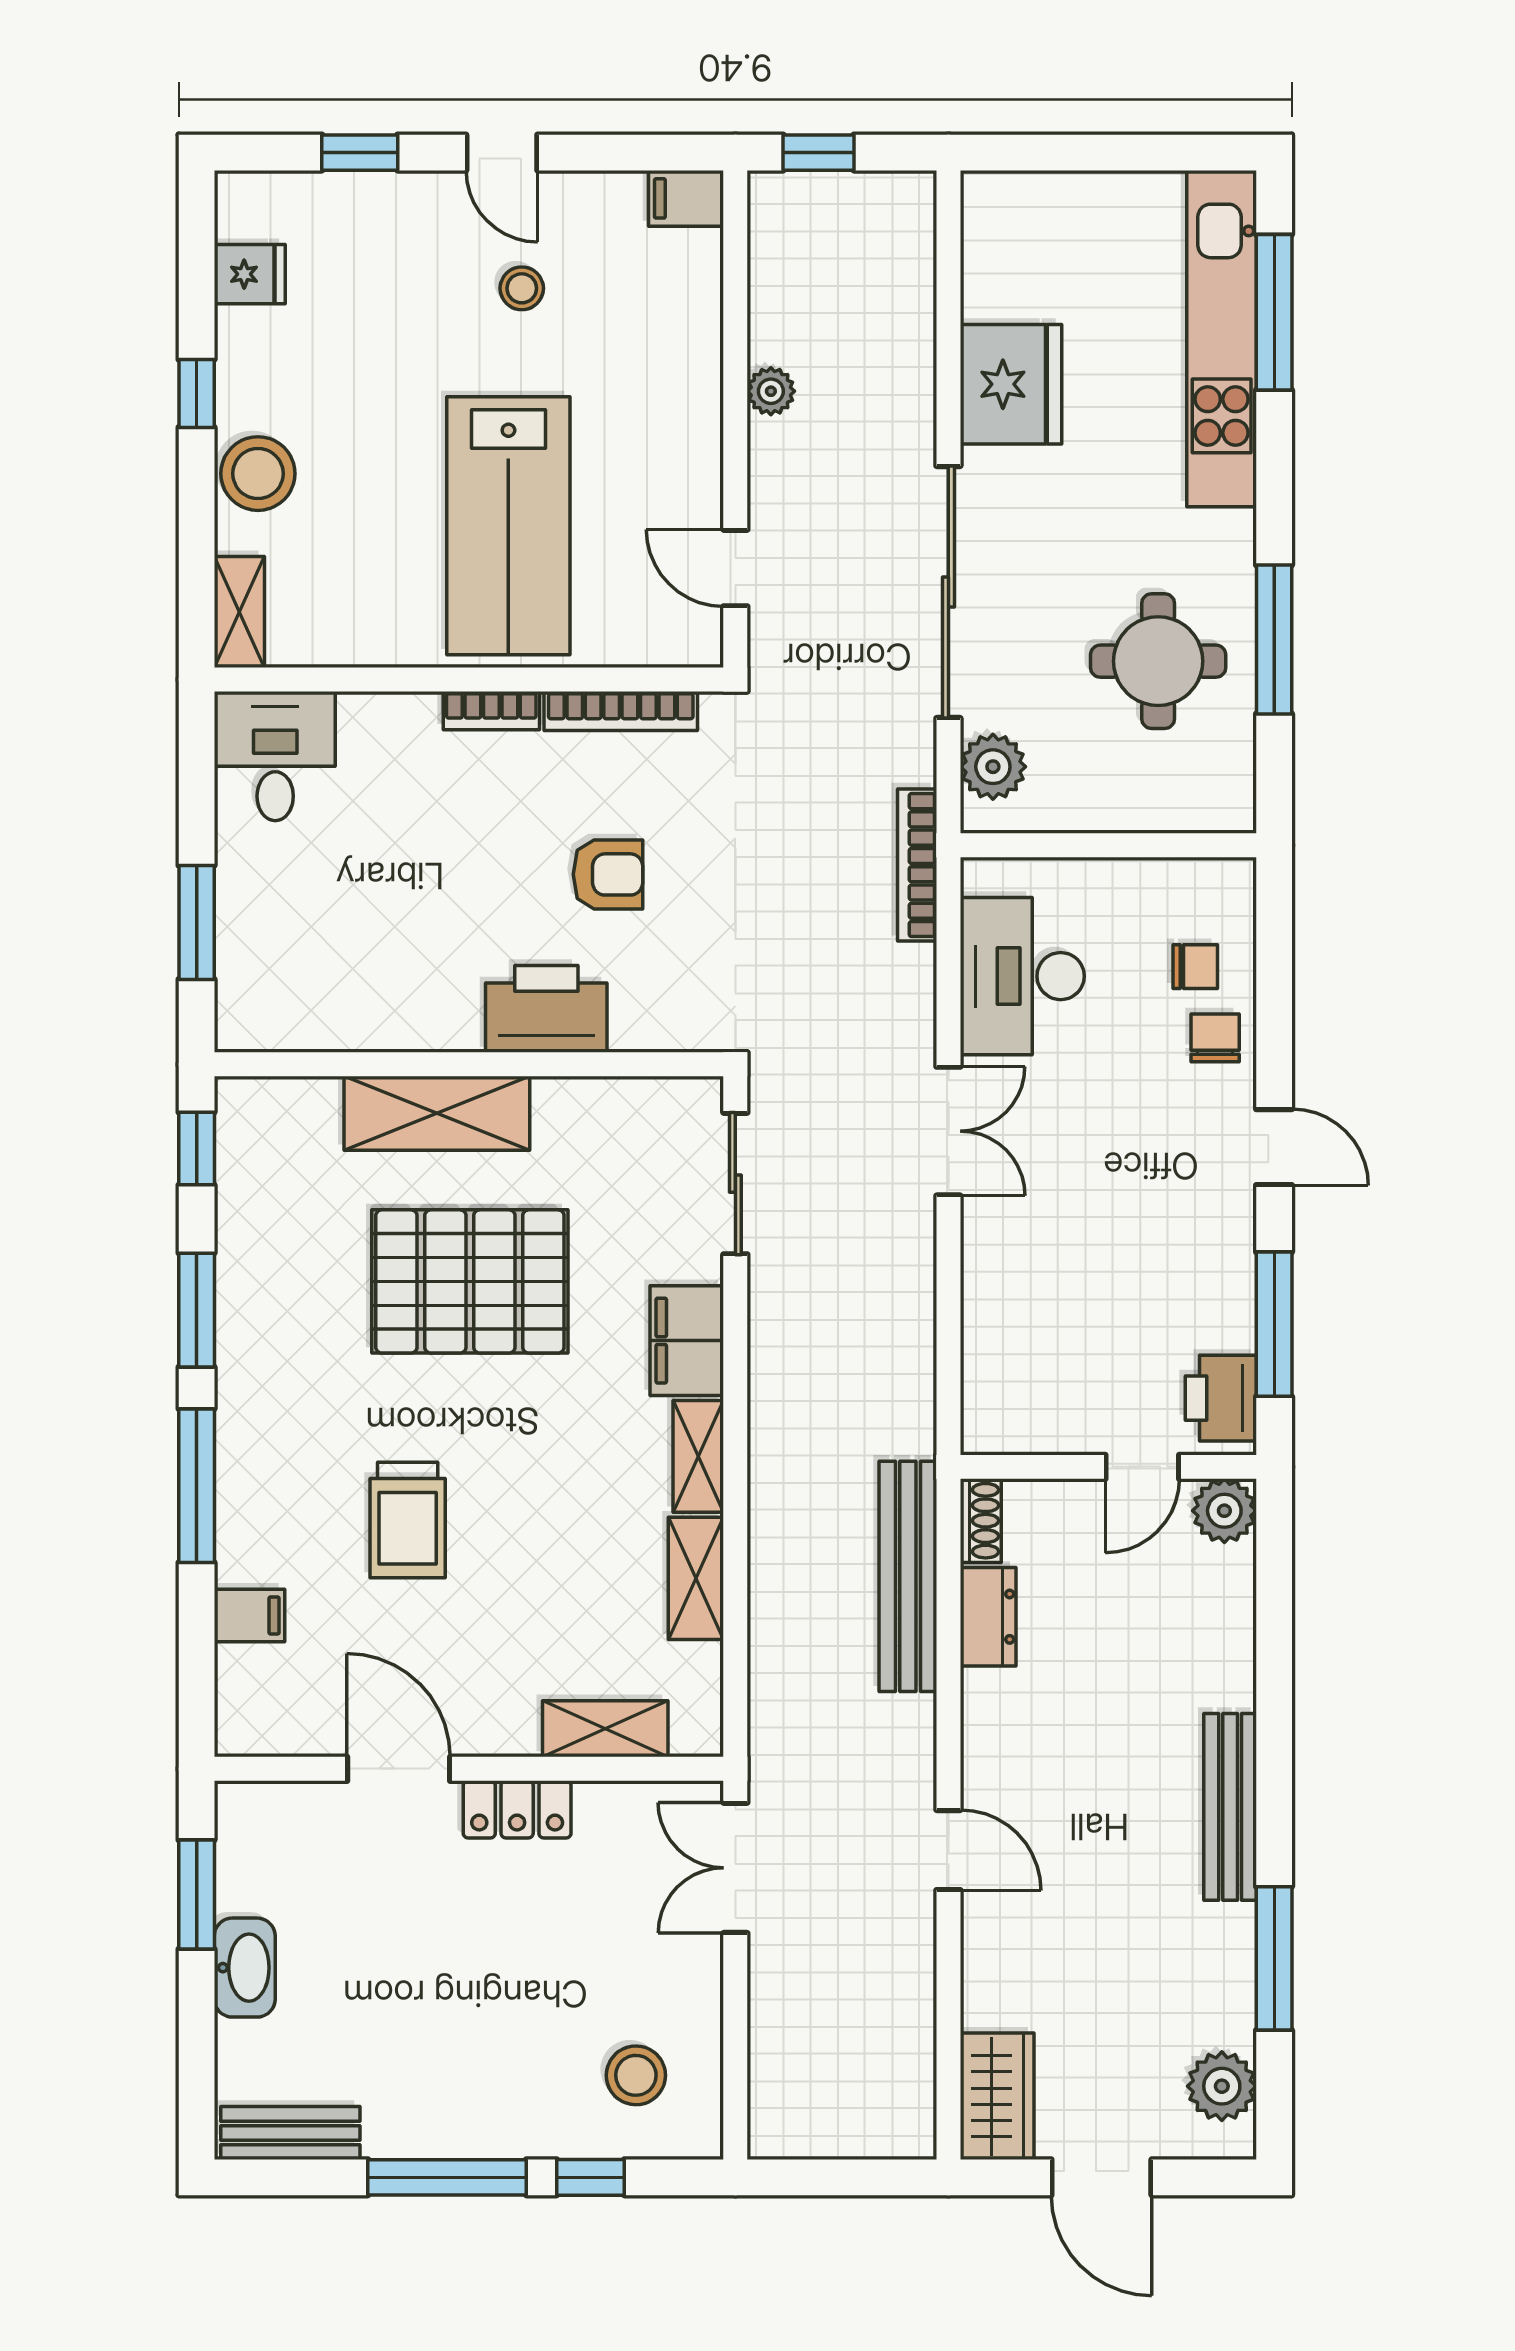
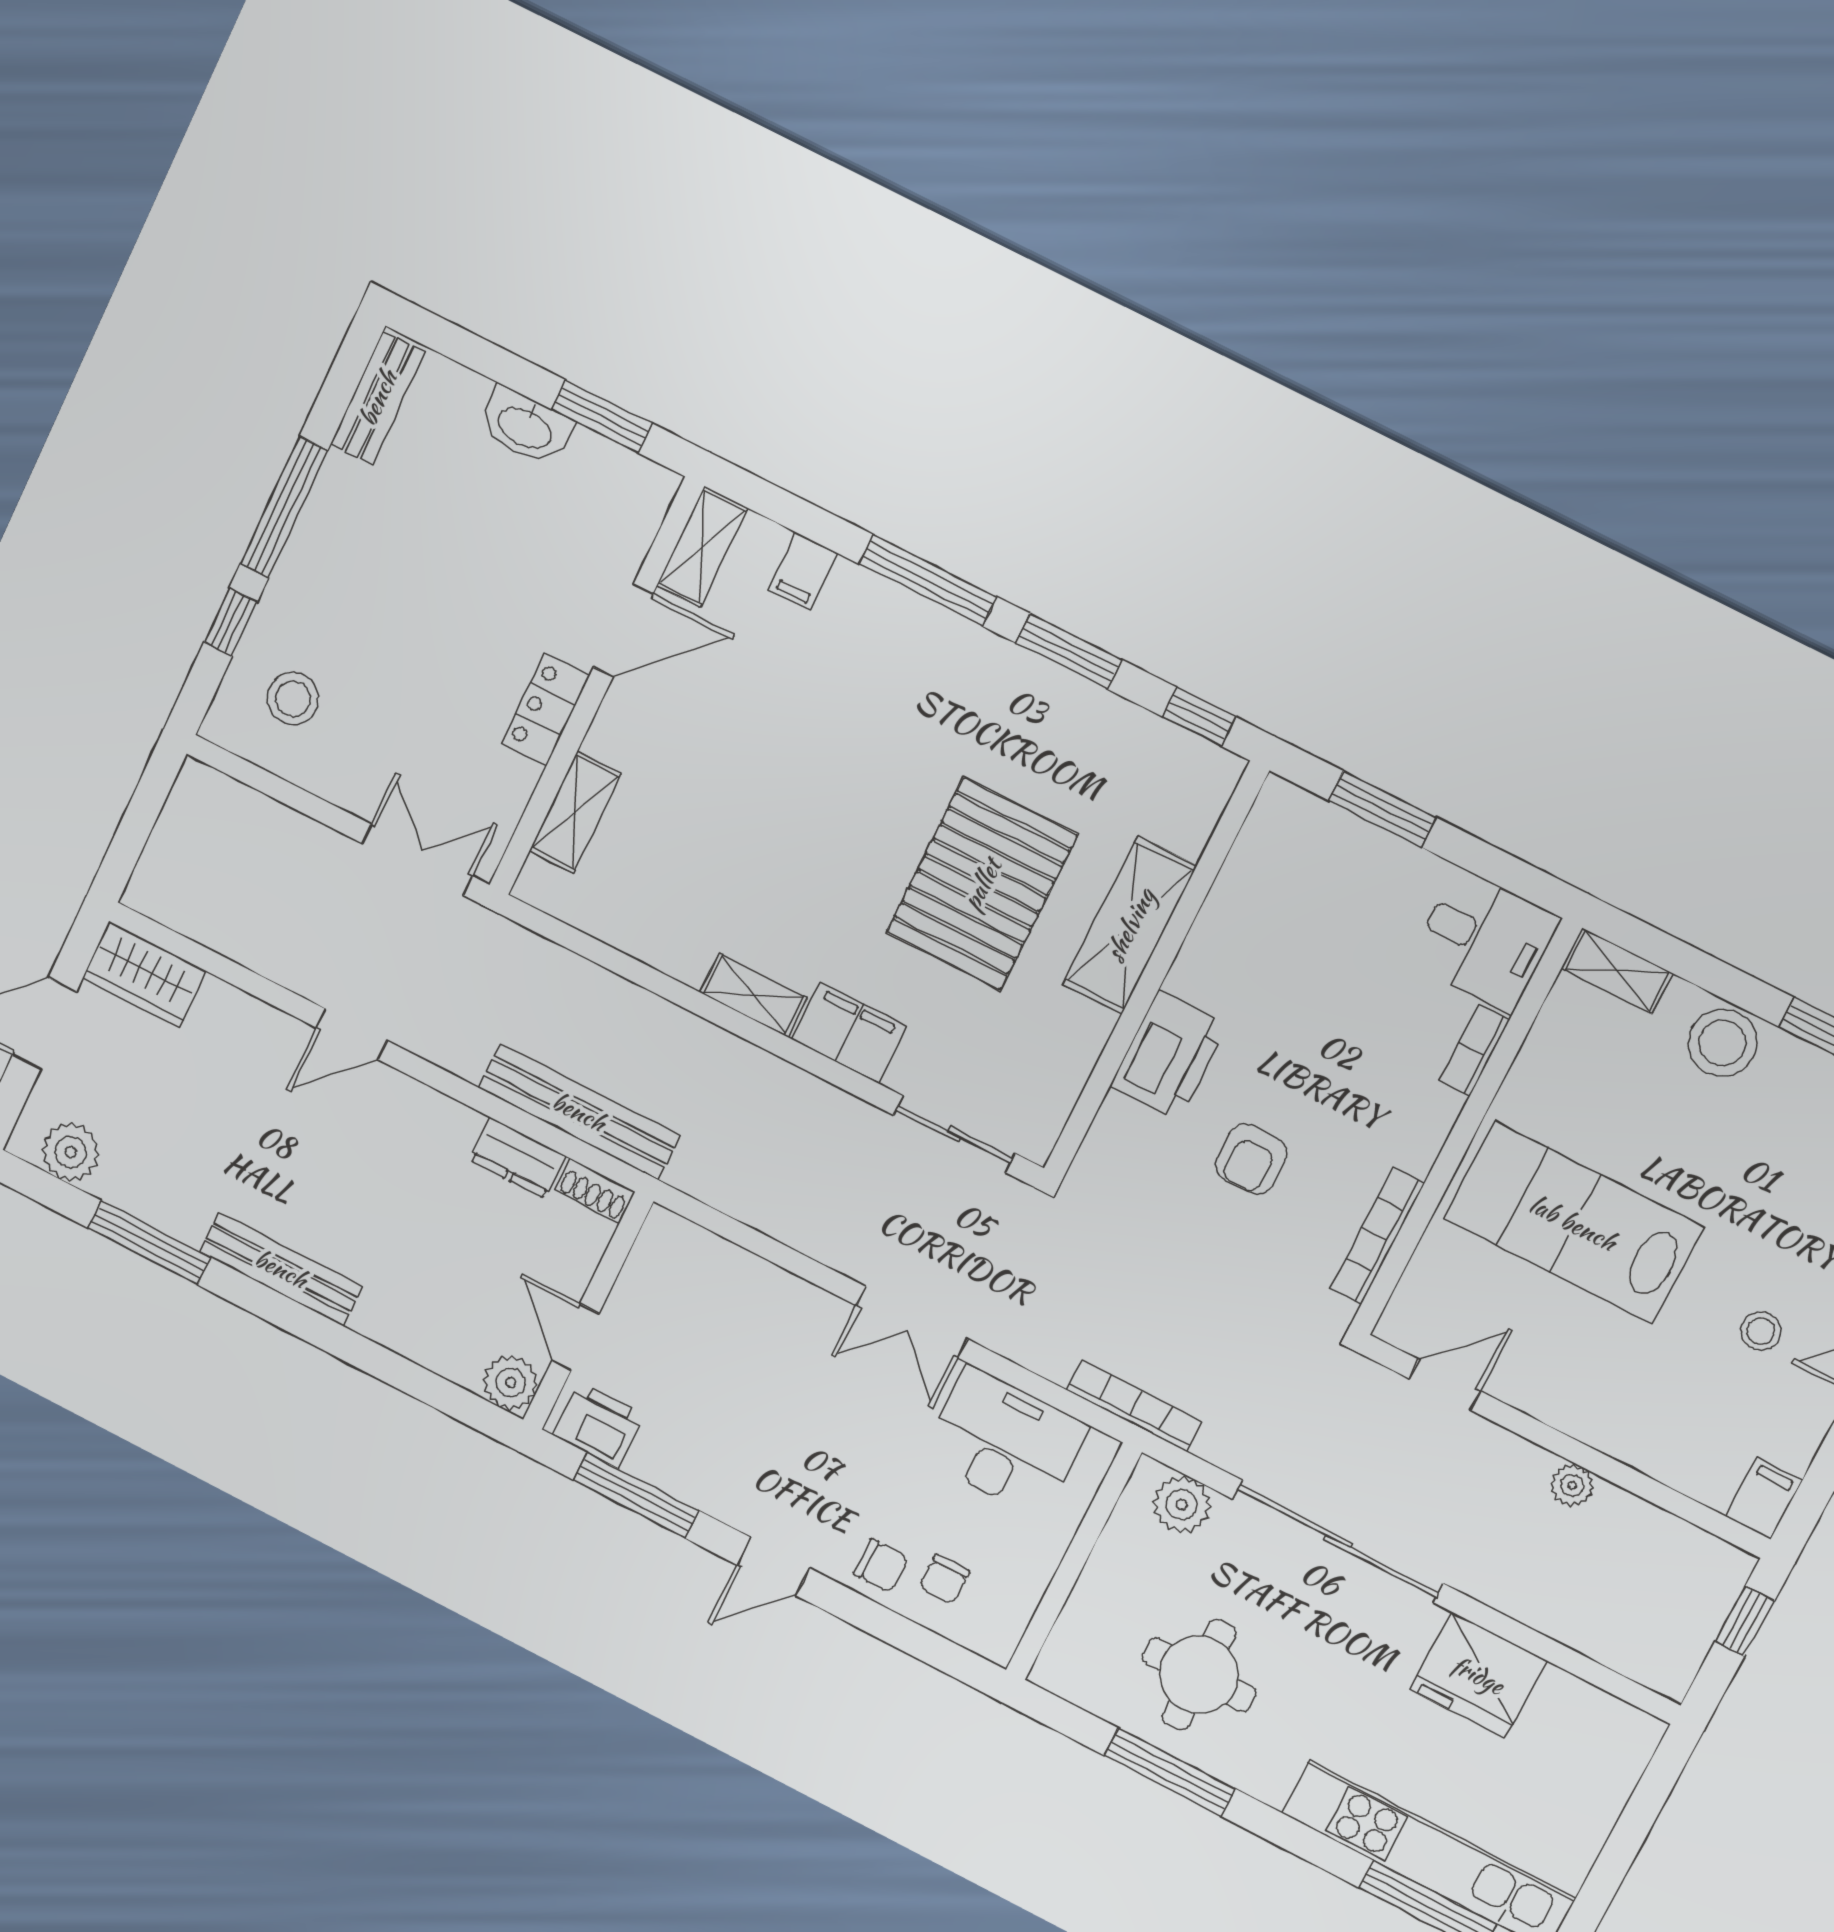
bookcase: (491, 711) -> (1474, 1050), moved
trolley: (408, 1520) -> (817, 738), removed
shelving: (696, 1578) -> (702, 547), moved, turned 90

